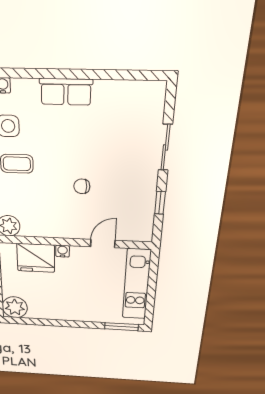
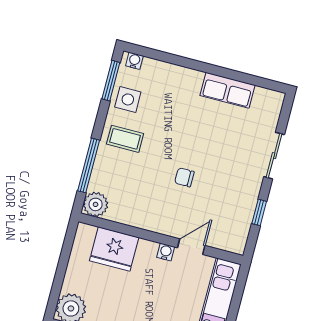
row of seats: (66, 92) -> (228, 90), moved
water cooler: (63, 251) -> (166, 252), moved

